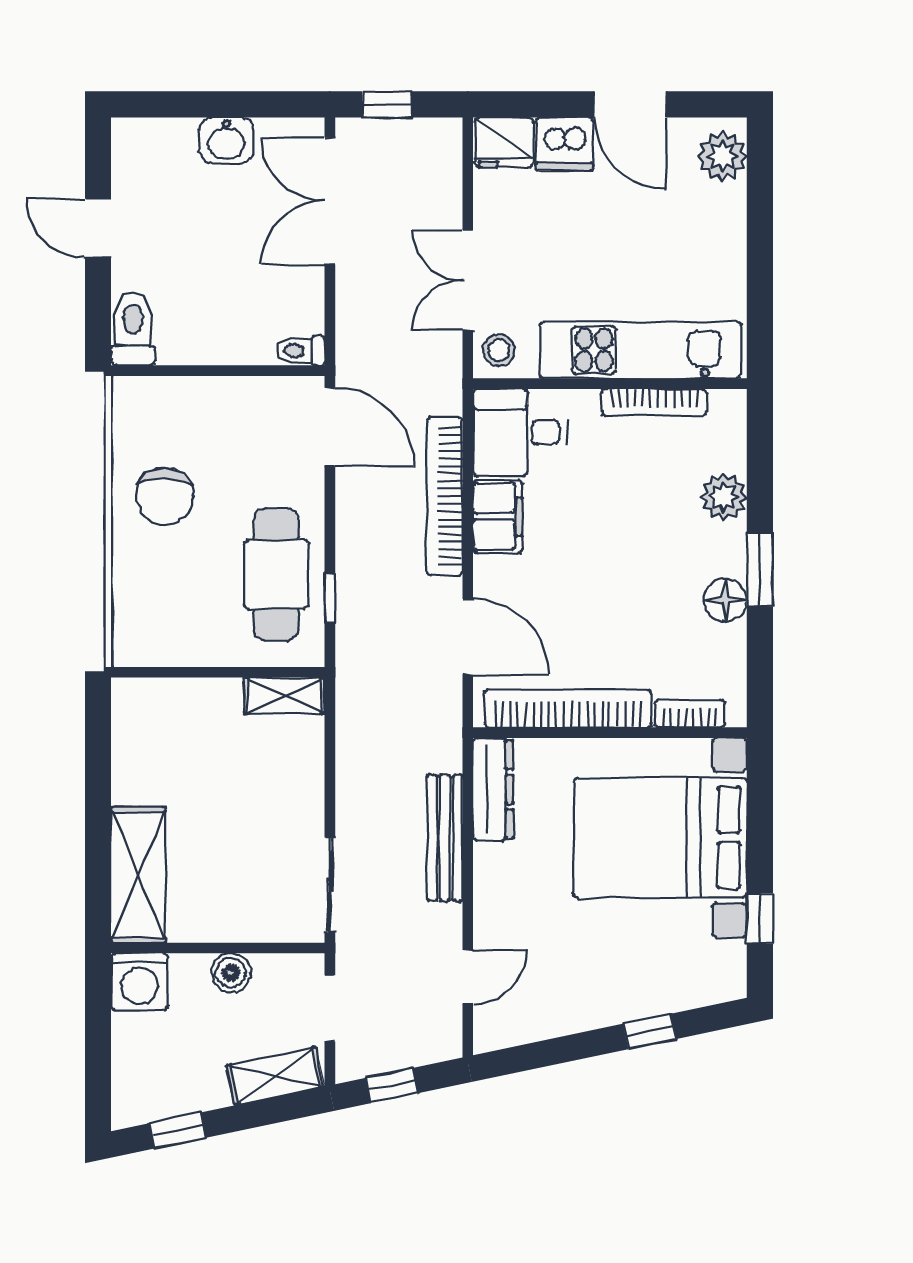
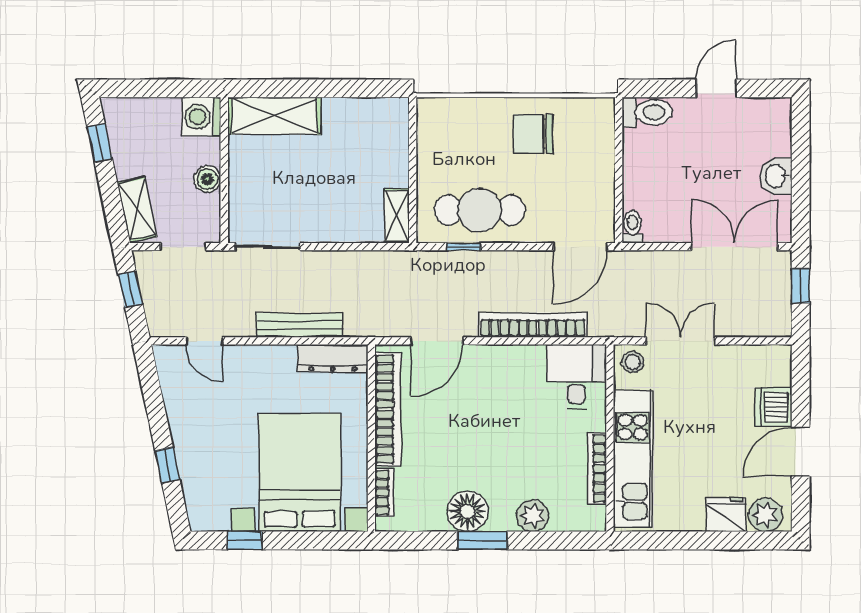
fridge: (504, 142) -> (726, 515), moved, turned 90
filing cabinet: (498, 517) -> (519, 361), removed
floor lamp: (725, 600) -> (468, 511), width x1.38, depth x1.38

